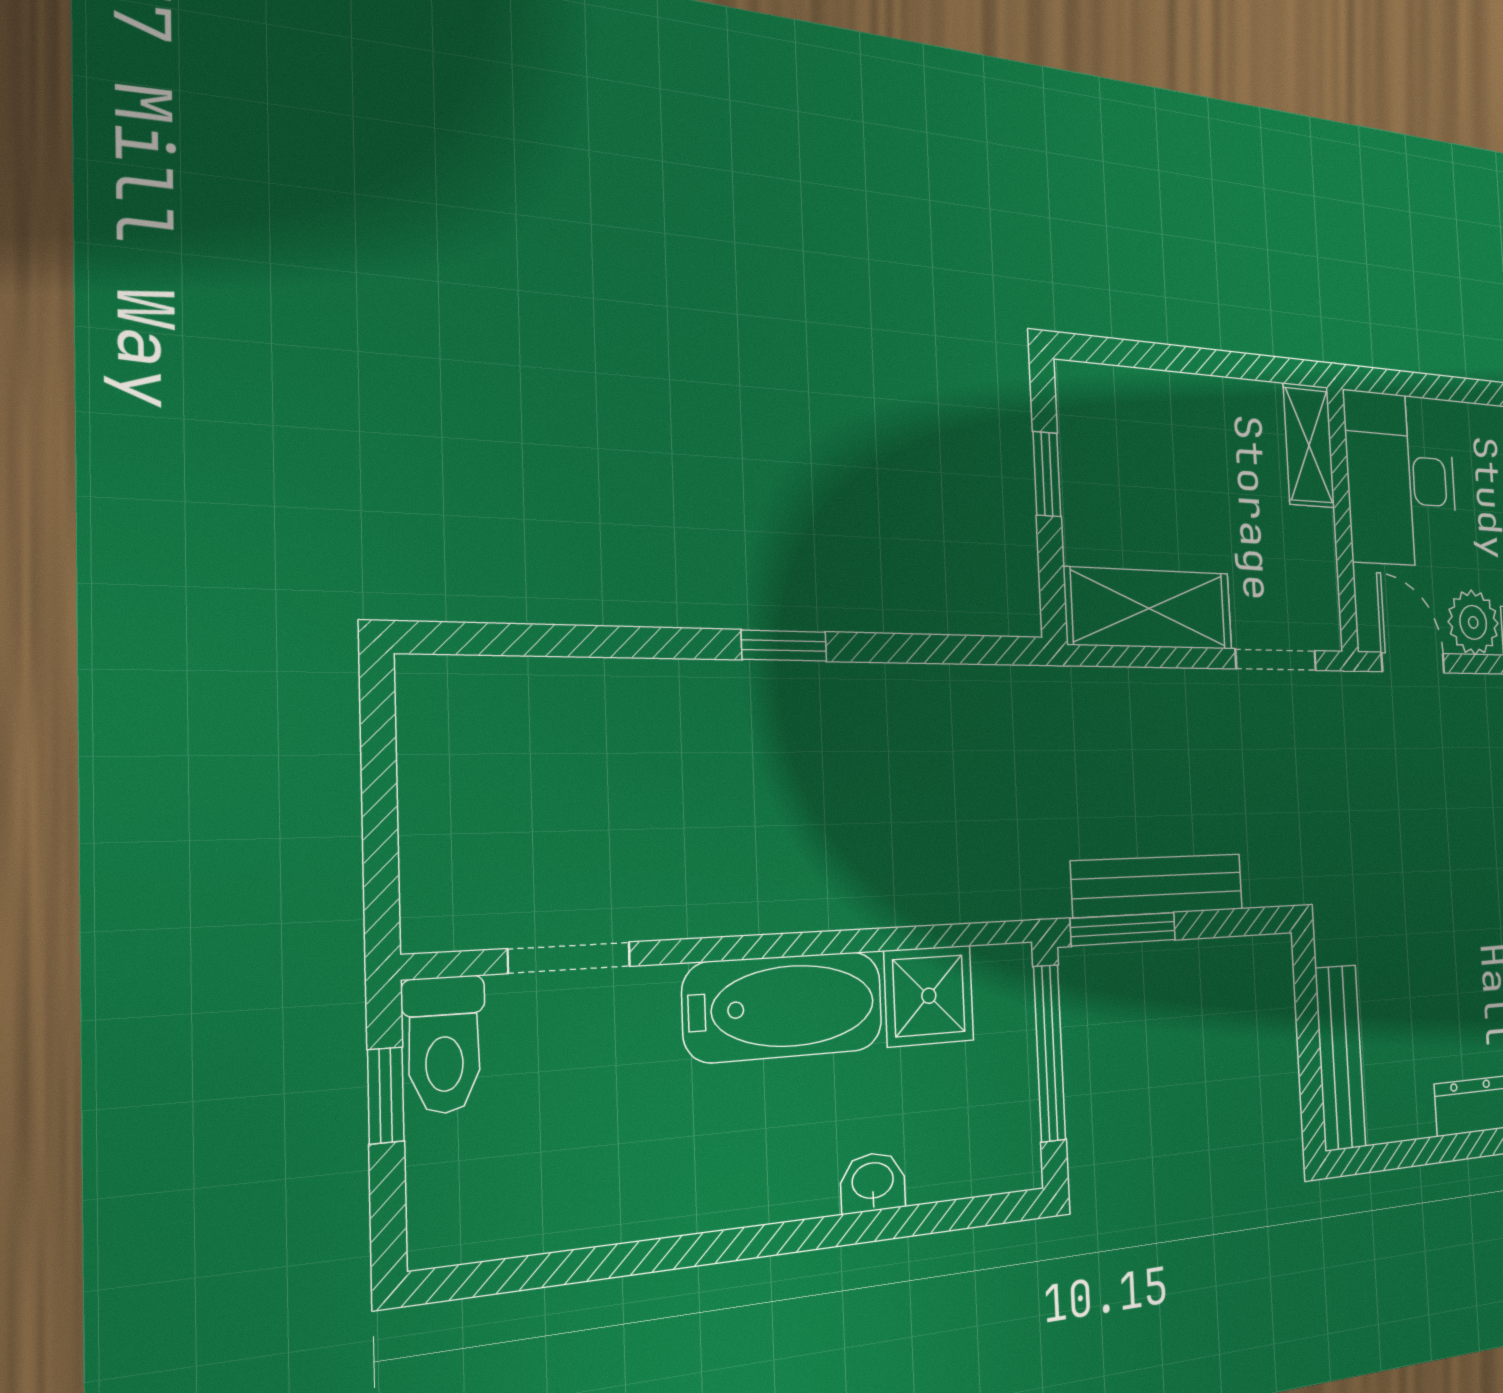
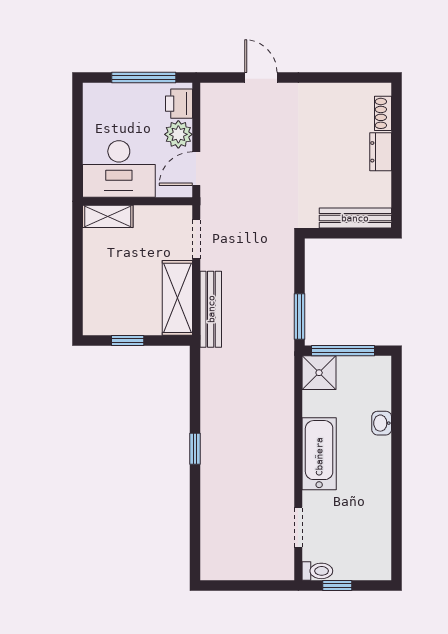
bench: (1158, 885) -> (211, 309), moved
shower: (929, 996) -> (319, 373), moved
toilet: (444, 1045) -> (317, 571), width x0.73, depth x0.72

